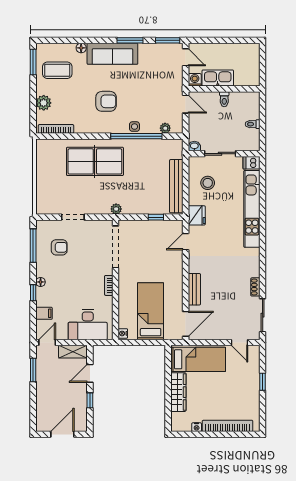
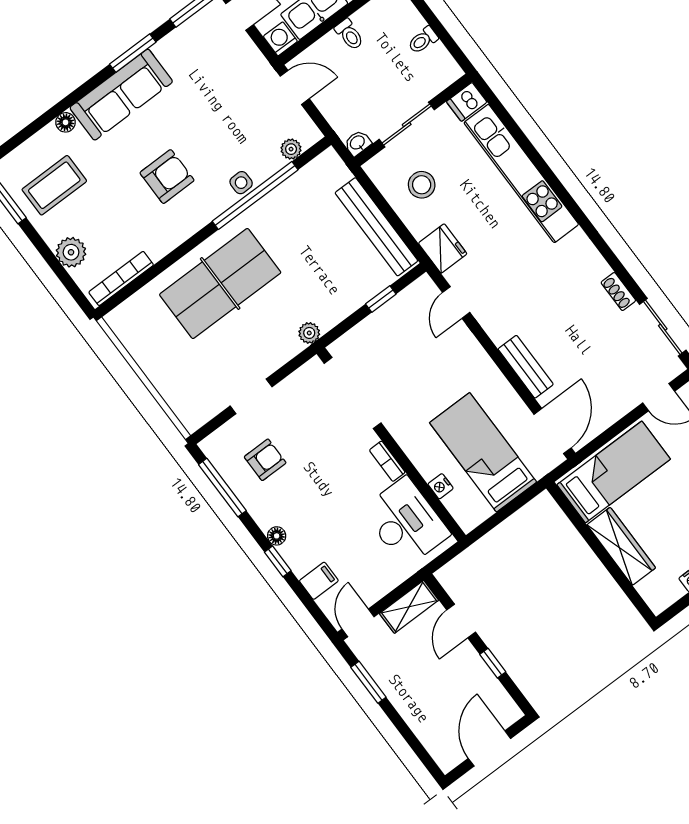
desk: (88, 325) -> (406, 522), moved, turned -90
nightstand: (123, 333) -> (441, 486), moved

